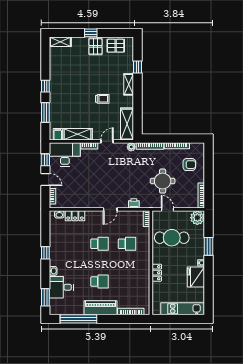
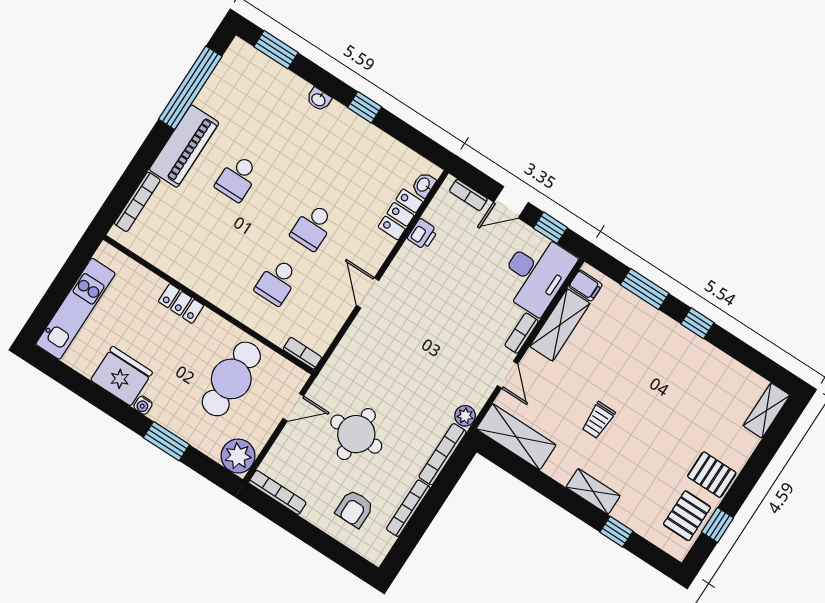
window: (91, 33) -> (718, 525), moved
printer: (134, 203) -> (423, 234), moved
desk: (61, 287) -> (276, 94), removed

